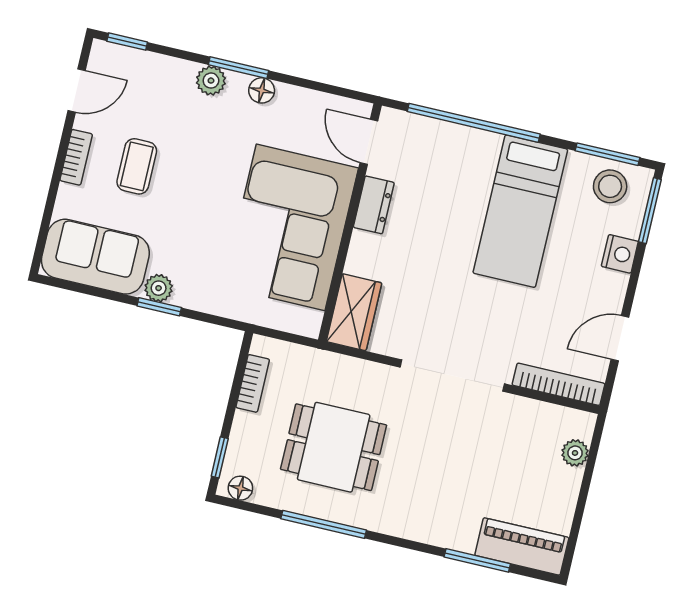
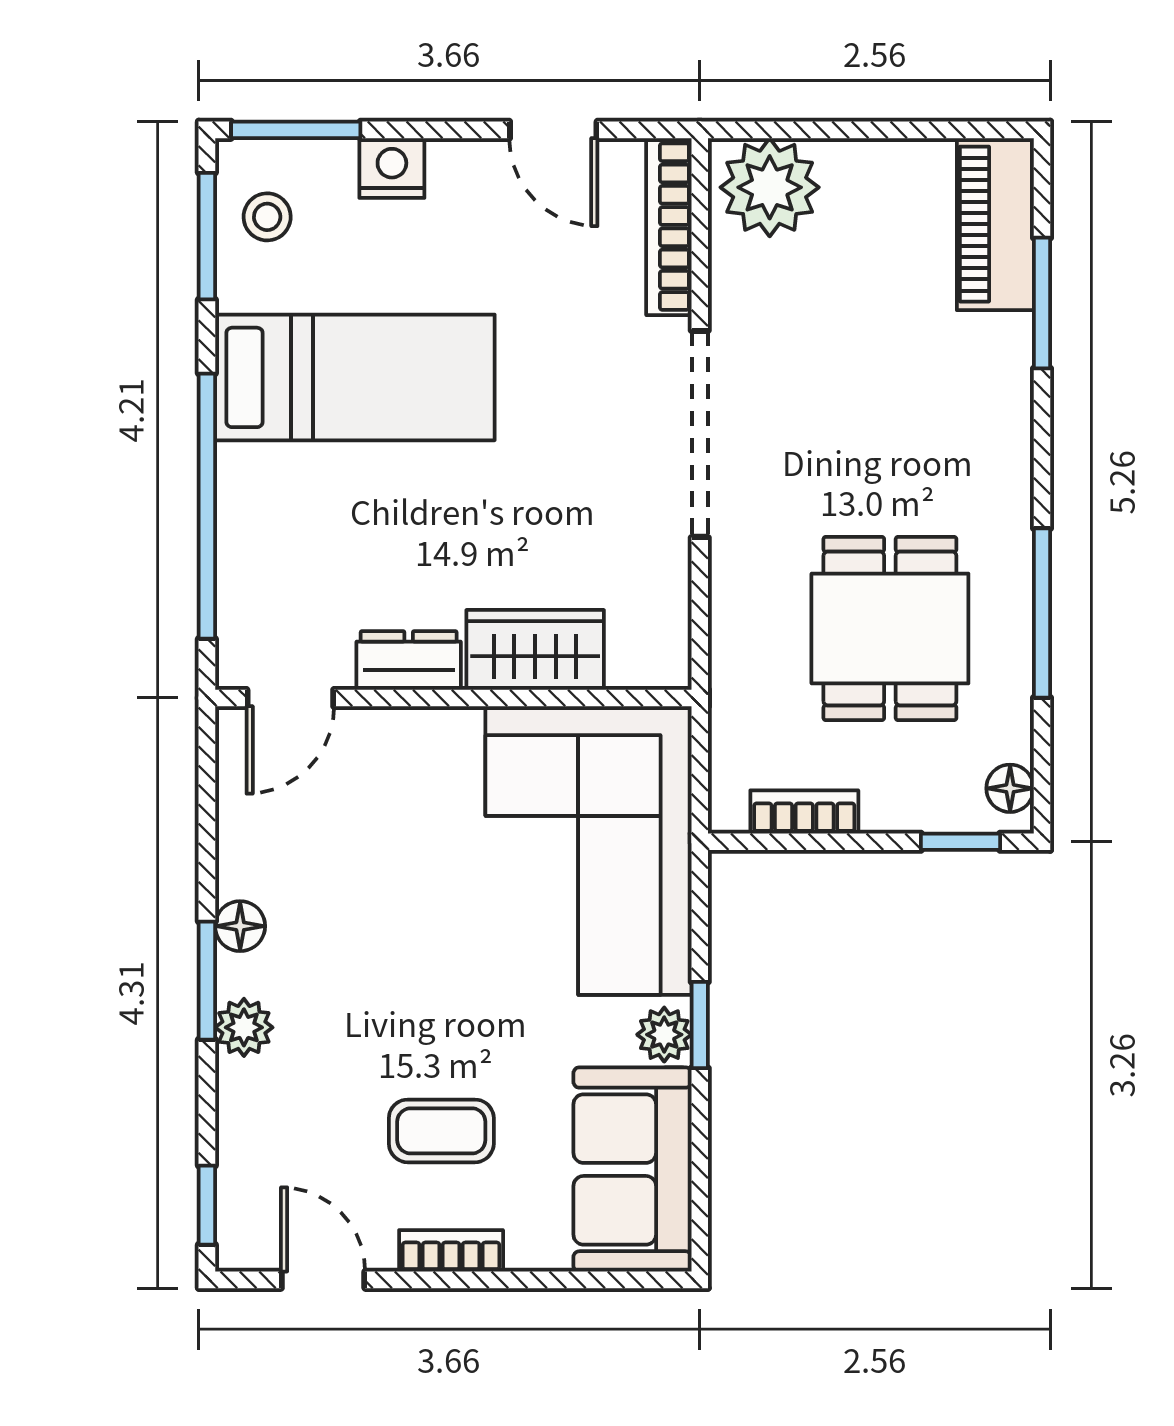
stool: (610, 186) -> (267, 217), width x0.73, depth x0.73
corner sofa: (291, 227) -> (589, 851), moved, turned 90
wardrobe: (354, 312) -> (535, 650), moved
plant: (575, 453) -> (770, 187), width x1.88, depth x1.88

